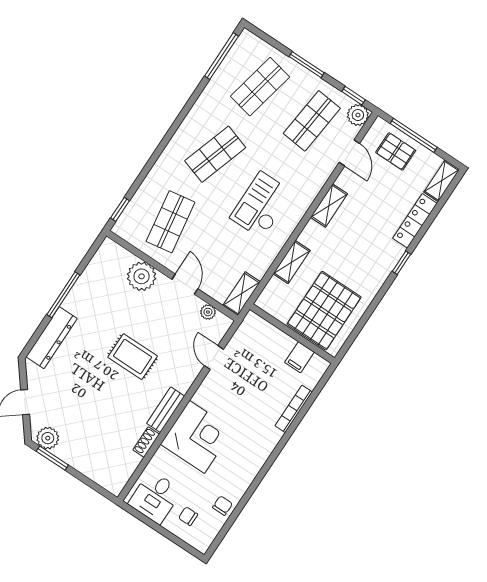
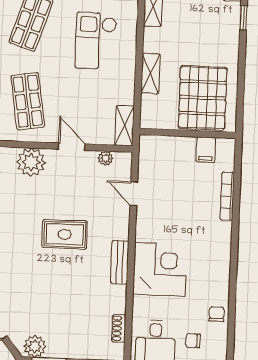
shoe rack: (146, 442) -> (119, 328), moved

